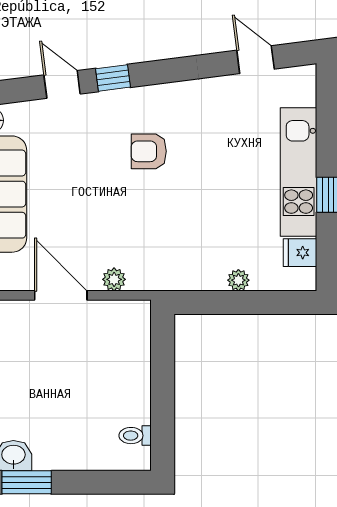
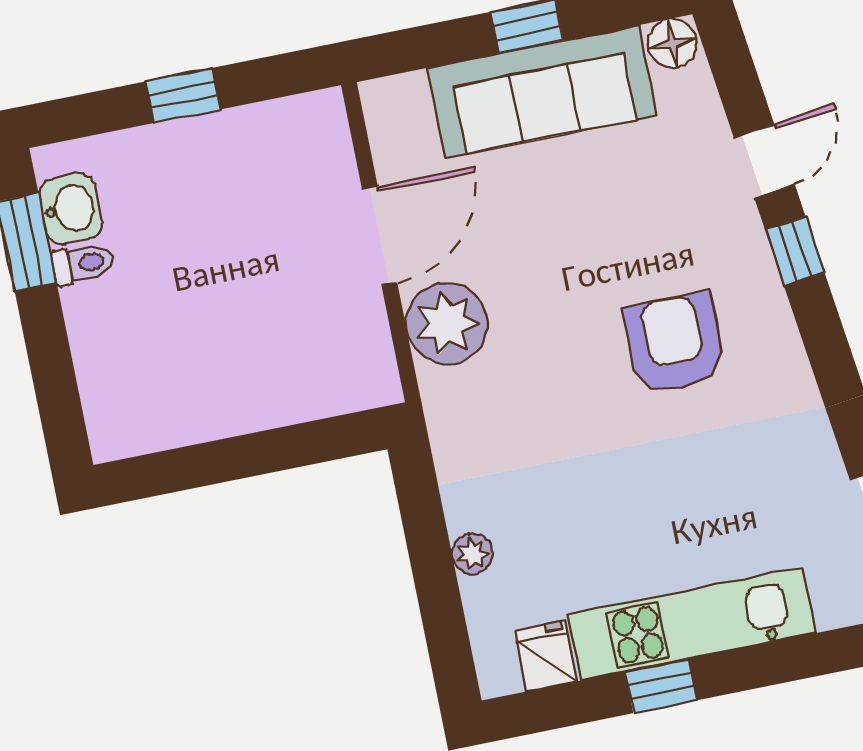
armchair: (149, 151) -> (674, 343), width x1.38, depth x1.38
plant: (114, 279) -> (447, 323), width x1.88, depth x1.88
toilet: (135, 436) -> (83, 263), moved, turned 90

